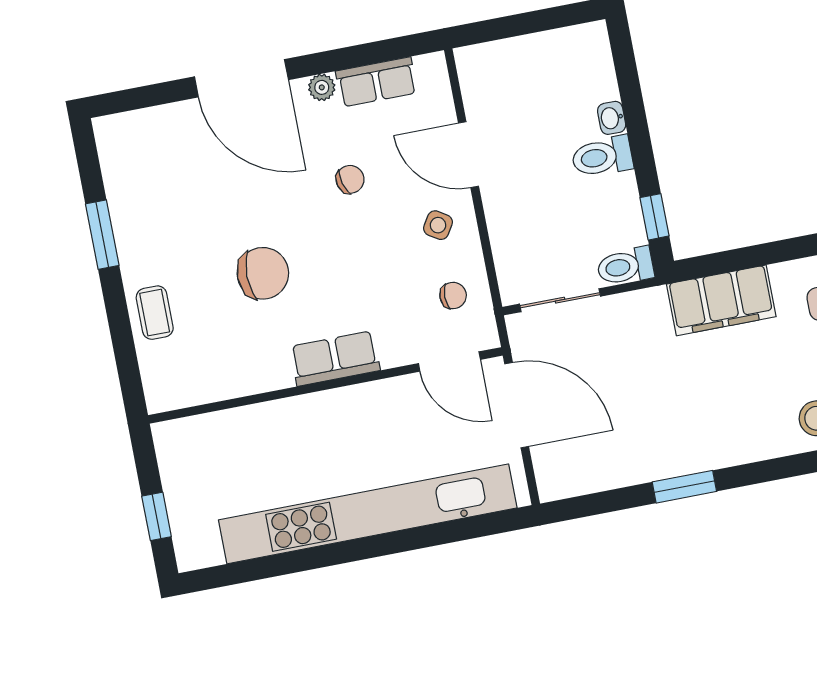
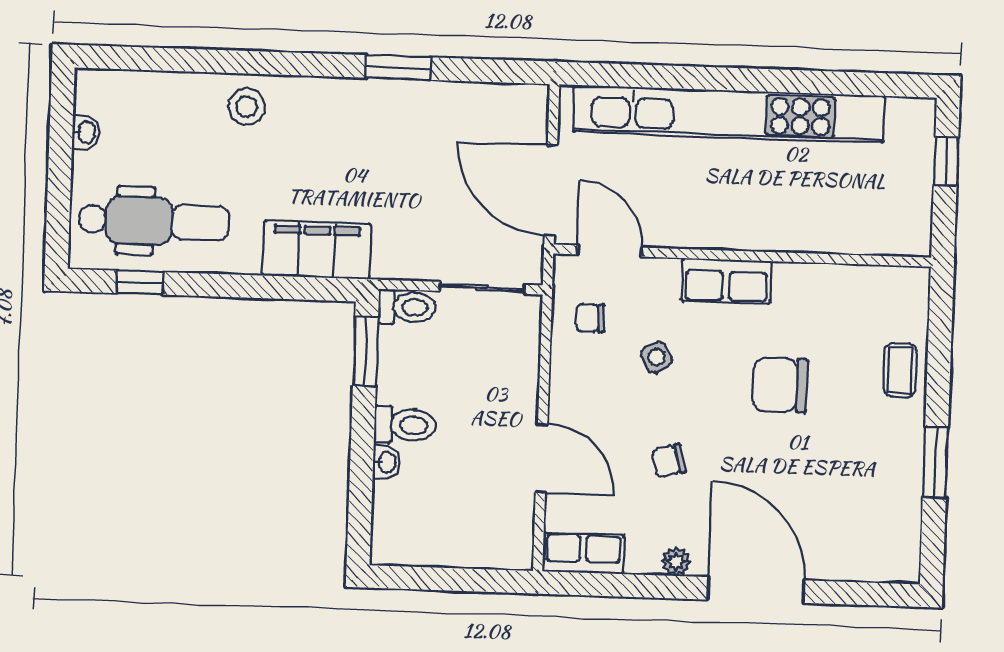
row of seats: (377, 82) -> (583, 553), moved
window: (654, 217) -> (365, 351), width x1.50
side table: (438, 225) -> (656, 357), moved, turned 30

